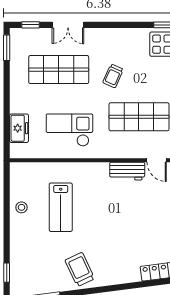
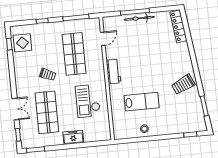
freezer: (19, 128) -> (73, 137), moved
workbench: (127, 171) -> (113, 72), moved

